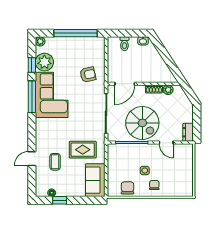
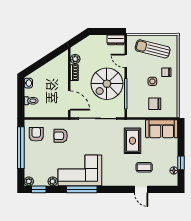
armchair: (90, 49) -> (36, 134), added
plant: (44, 62) -> (53, 181), width x0.53, depth x0.53
window: (32, 65) -> (39, 189), moved
armchair: (88, 75) -> (61, 136), turned -77
spiral stairs: (142, 123) -> (107, 84), turned 180
door: (166, 143) -> (126, 61), swing flipped
sun lounger: (179, 171) -> (153, 49), added
chair: (127, 188) -> (155, 104), moved

